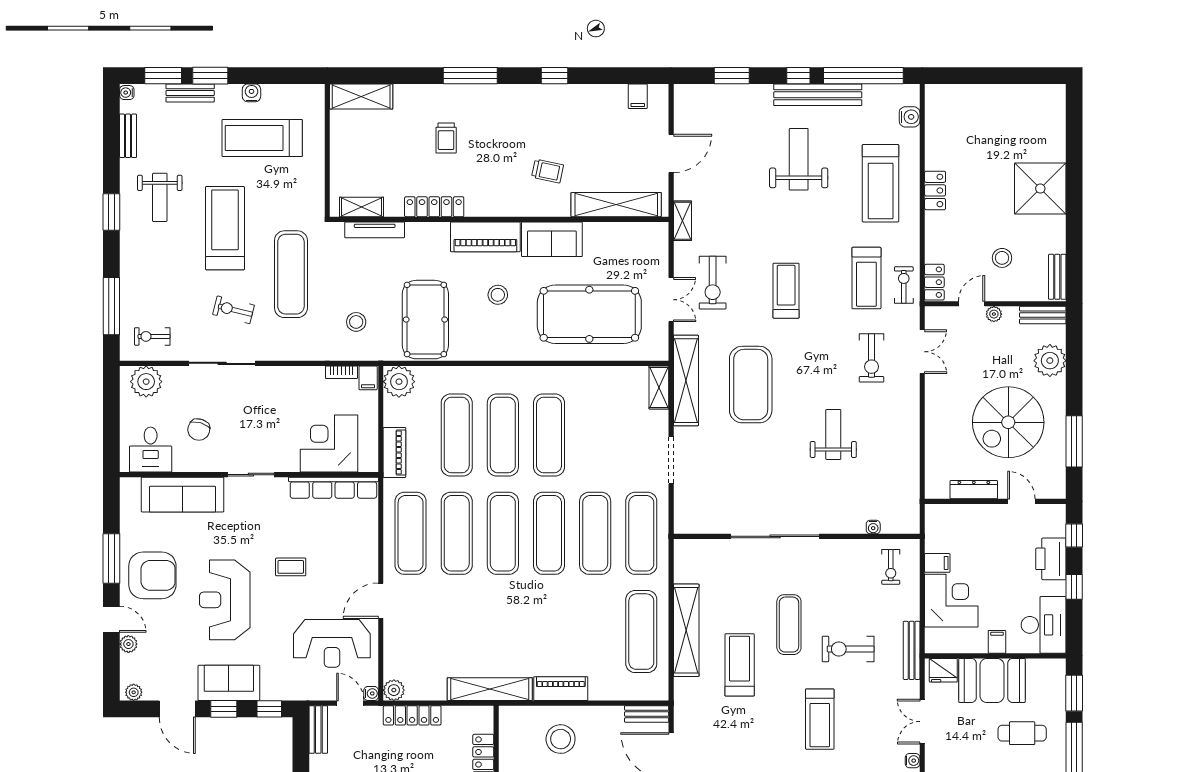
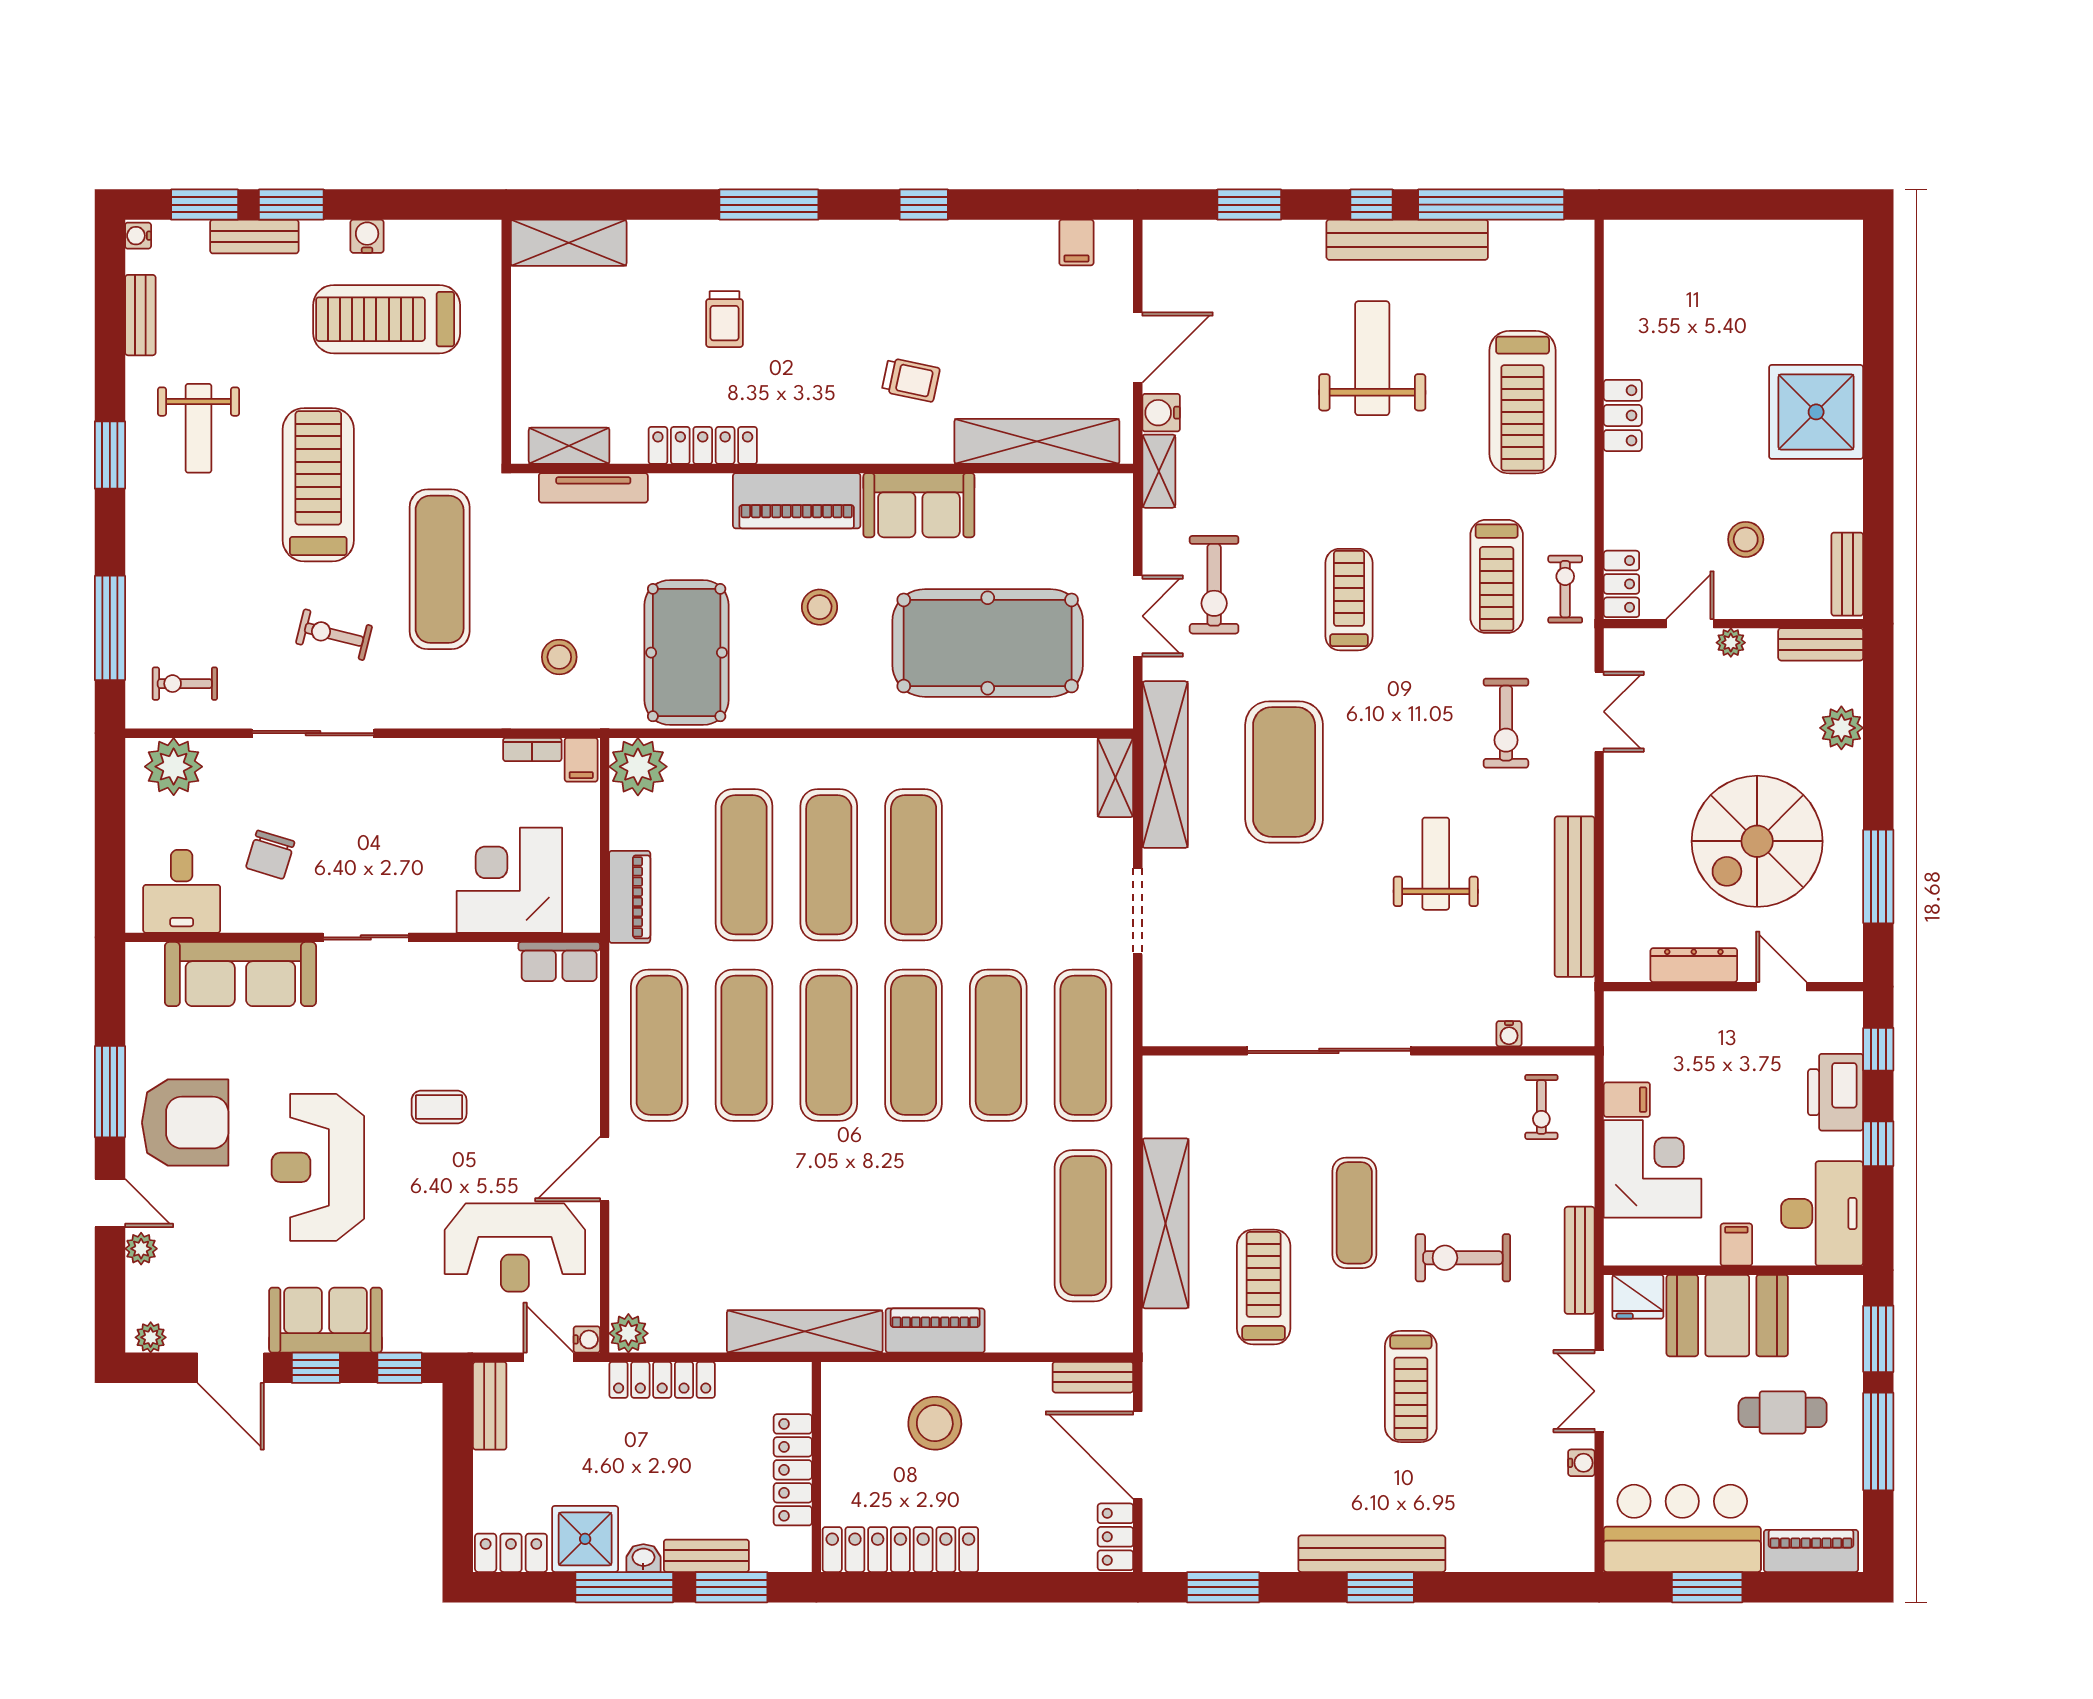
water cooler: (910, 117) -> (1161, 413), moved, turned 180
plant: (1050, 361) -> (1841, 728), width x0.73, depth x0.73
bench: (909, 452) -> (1575, 897), added
row of seats: (333, 488) -> (559, 962), width x0.50

